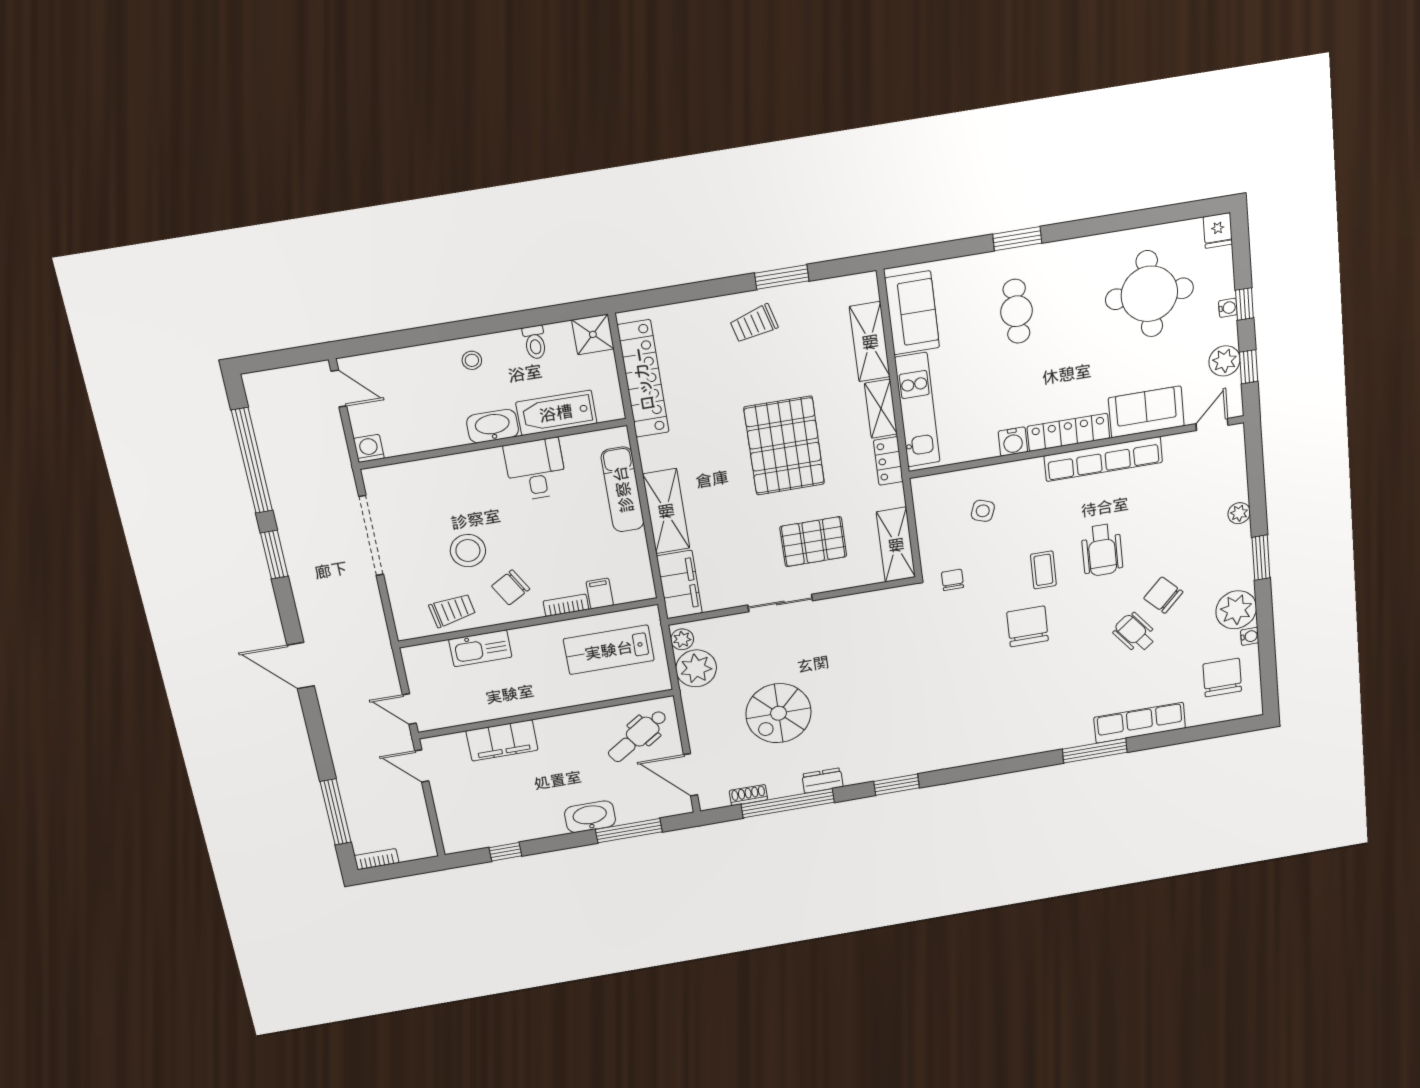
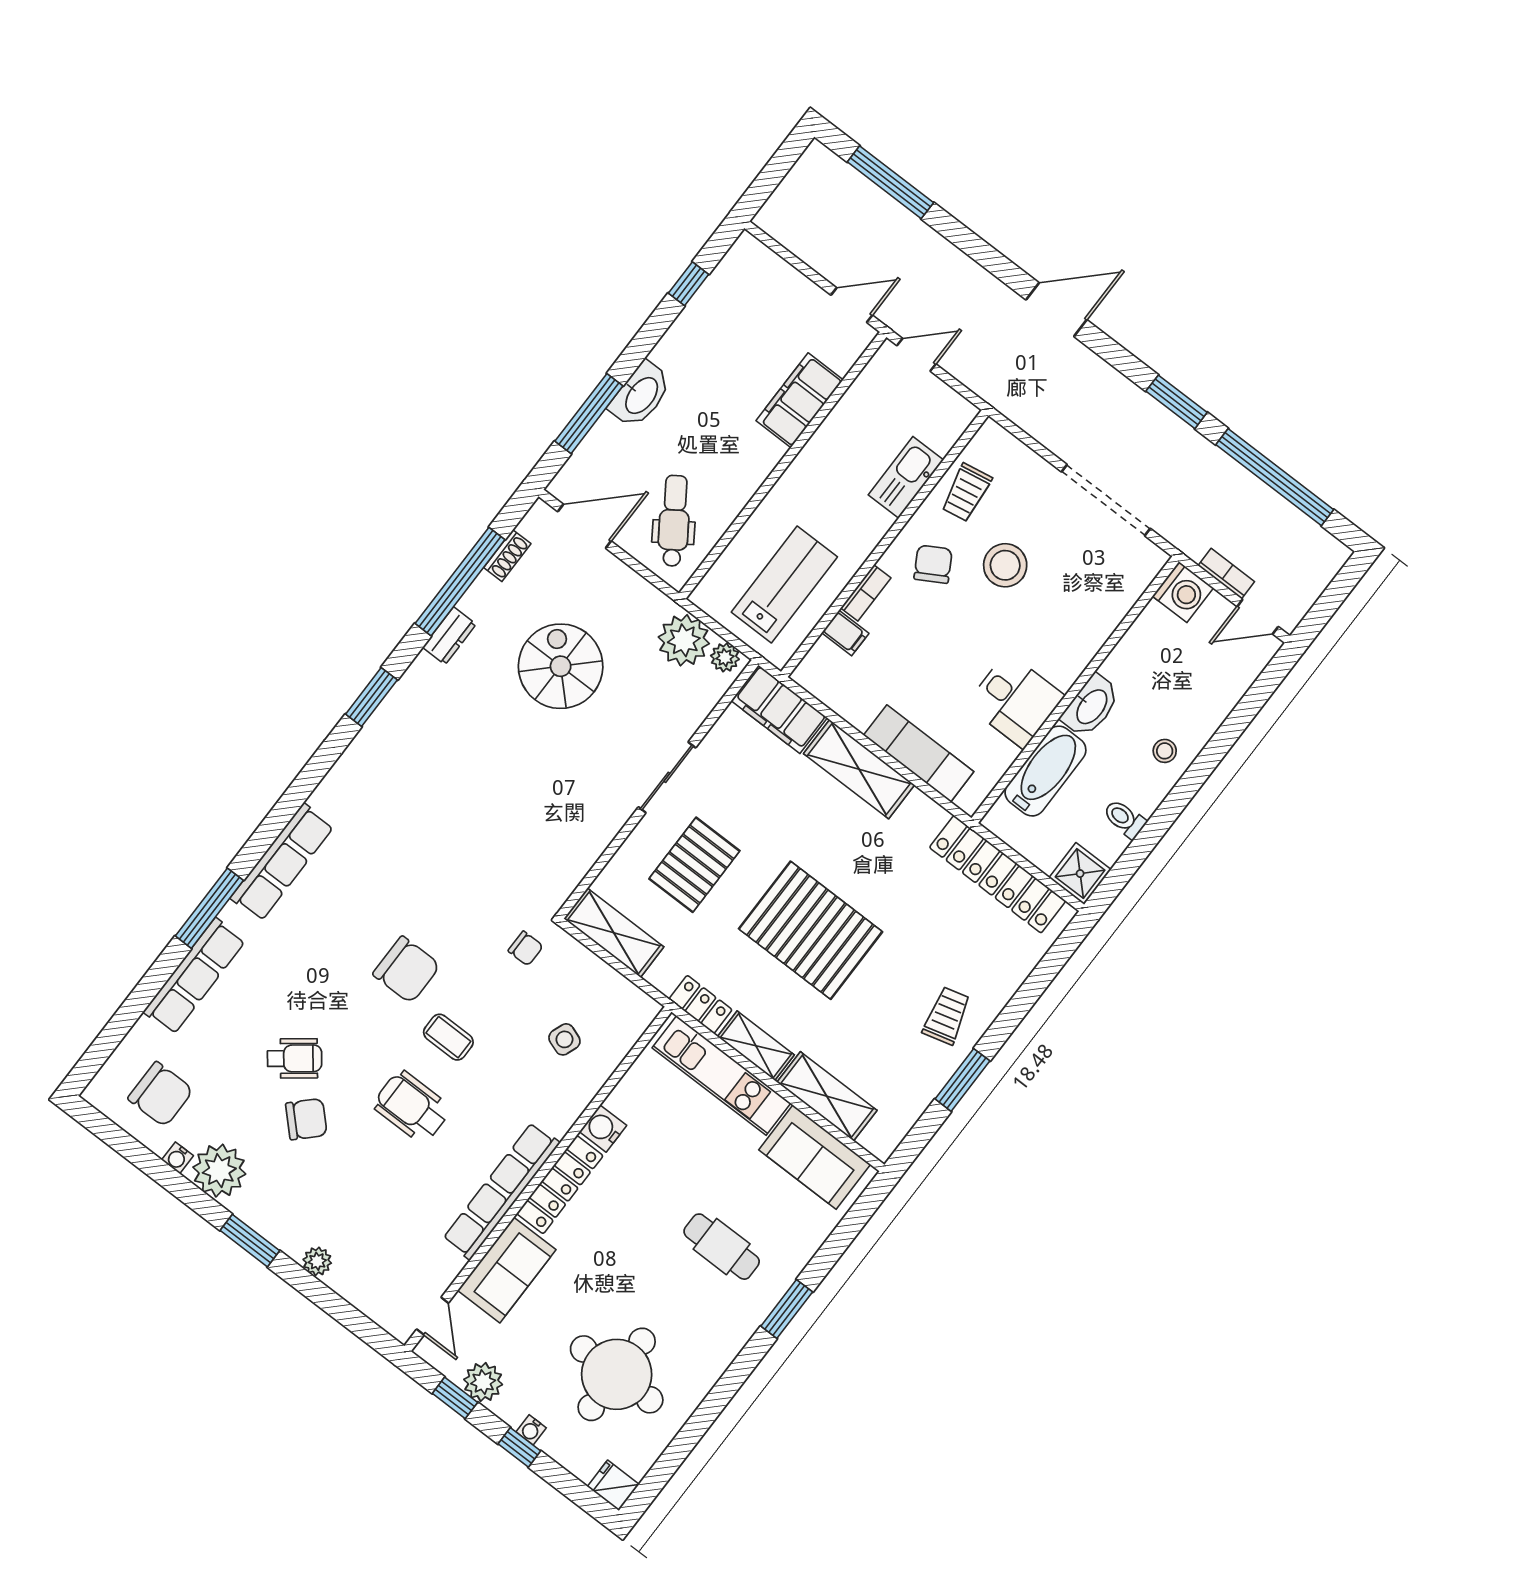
washing machine: (369, 449) -> (1183, 592), width x1.38, depth x1.38
row of seats: (1032, 741) -> (282, 862), added
bookcase: (377, 859) -> (1226, 574), moved, turned -90

